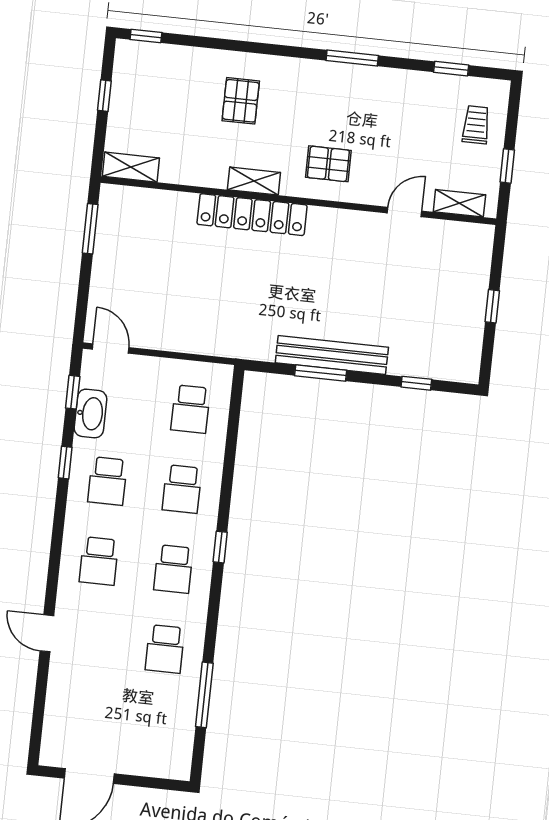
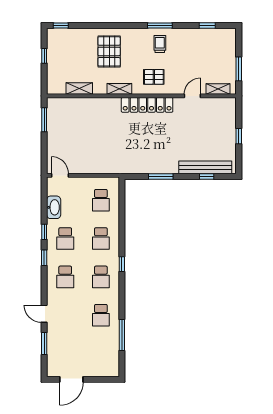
pallet: (241, 101) -> (109, 51), width x1.50, depth x1.42
trolley: (476, 125) -> (160, 44), moved
window: (507, 166) -> (239, 69), width x1.50
shelving: (131, 167) -> (79, 88), moved
locker: (252, 215) -> (147, 105), moved
bench: (332, 355) -> (205, 167), moved
window: (73, 392) -> (44, 258), moved
window: (40, 695) -> (44, 344), added

